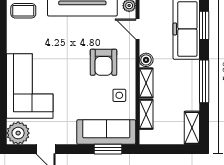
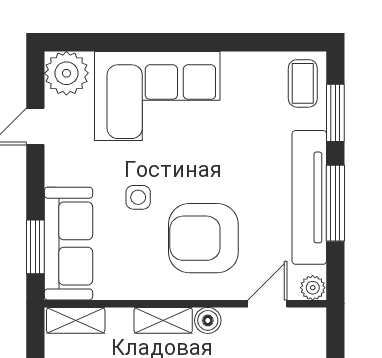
armchair: (103, 62) -> (203, 238), width x1.36, depth x1.36
side table: (119, 95) -> (138, 197), moved
shelving: (146, 114) -> (76, 320), moved

